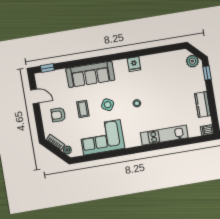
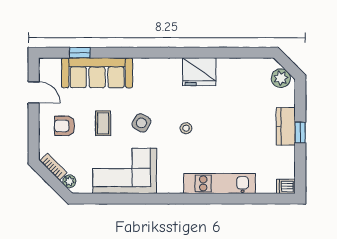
fridge: (134, 64) -> (199, 72), width x1.88, depth x1.34
window: (47, 68) -> (80, 53), moved
window: (207, 73) -> (300, 133), moved
sofa: (90, 74) -> (97, 73), moved
kitchen counter: (203, 104) -> (286, 126), moved

